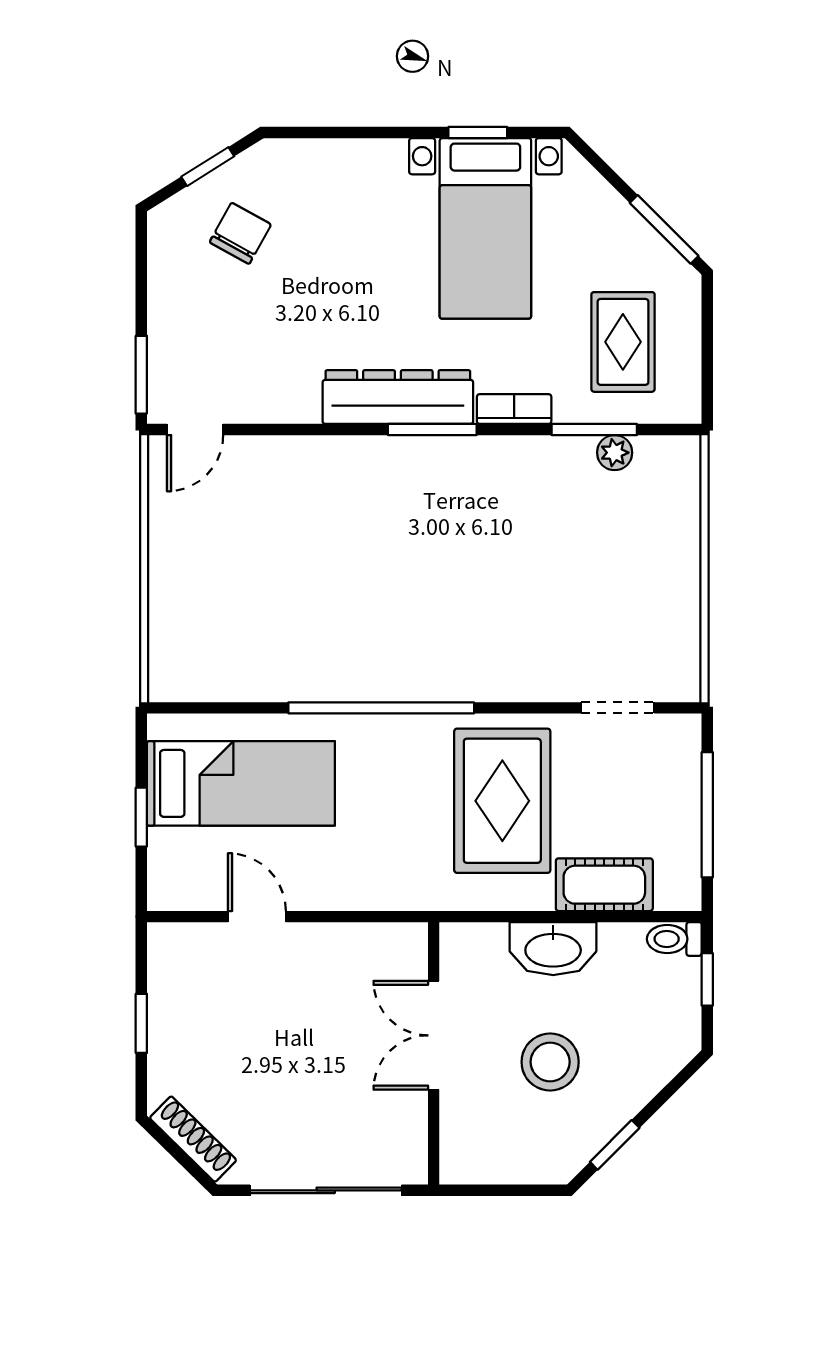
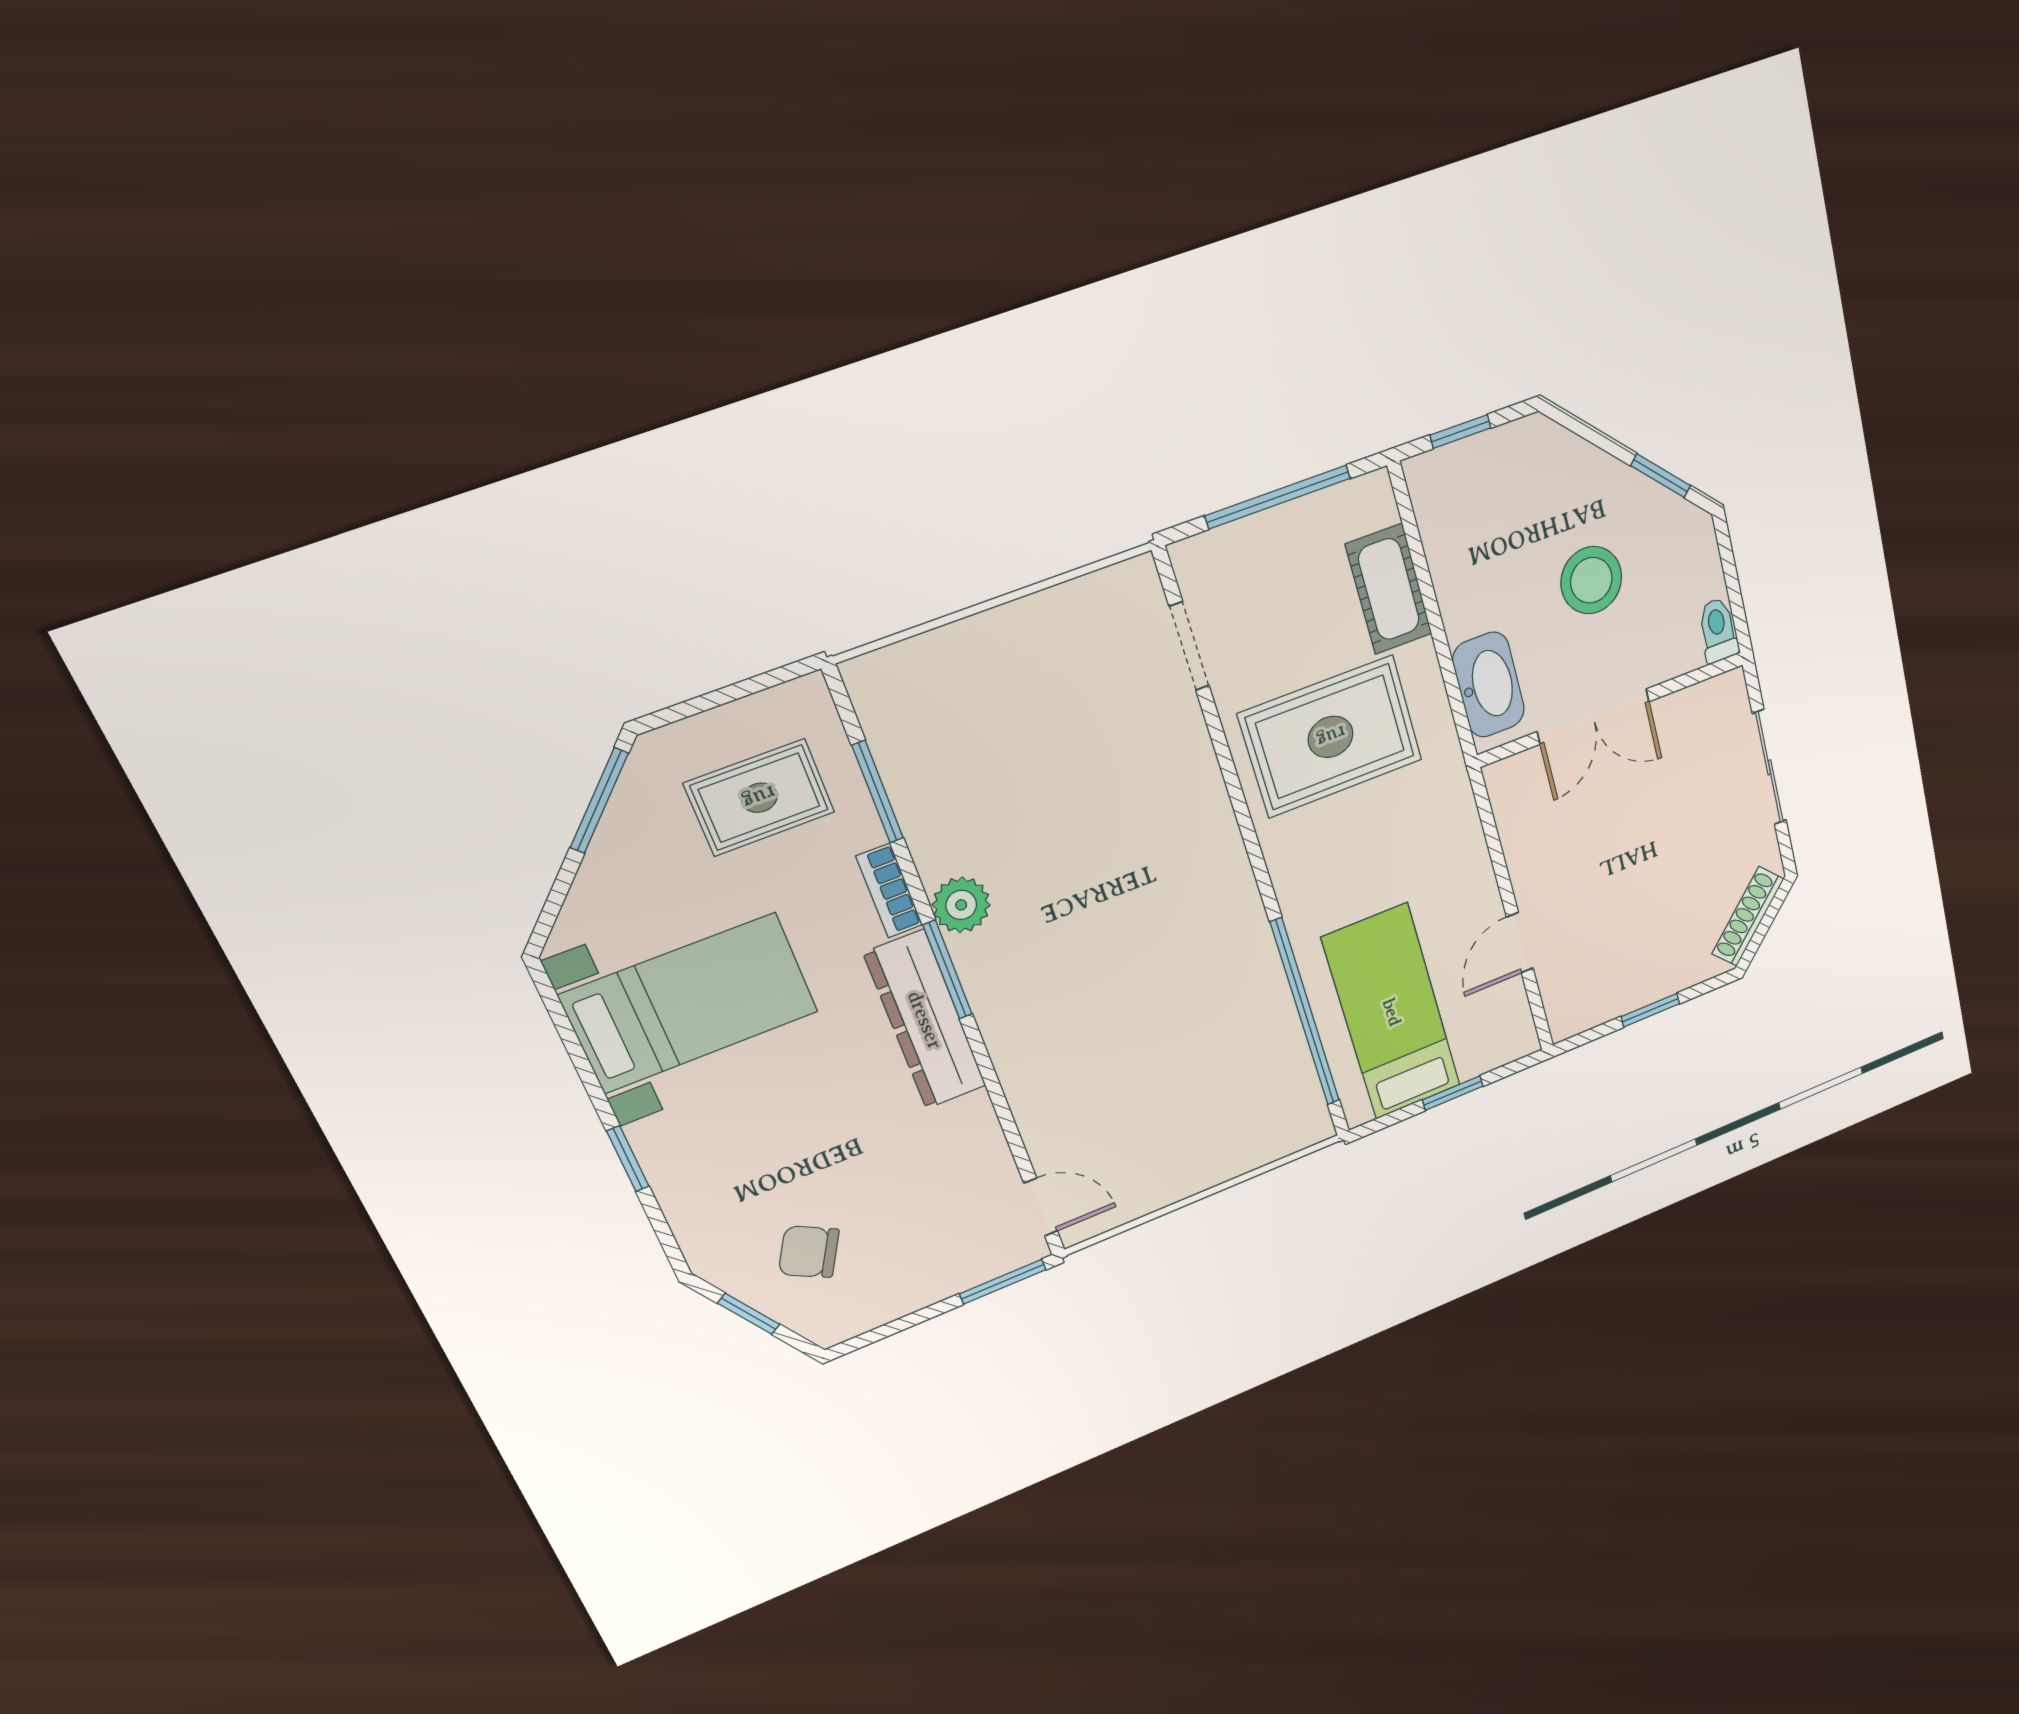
window: (478, 133) -> (628, 1159), moved
plant: (615, 453) -> (961, 905), moved, width x1.38, depth x1.38
window: (381, 708) -> (1305, 1013), moved
toilet: (674, 939) -> (1718, 630), moved, turned 180
washbasin: (553, 949) -> (1489, 685), moved
sliding door: (326, 1190) -> (1769, 767), width x0.73

